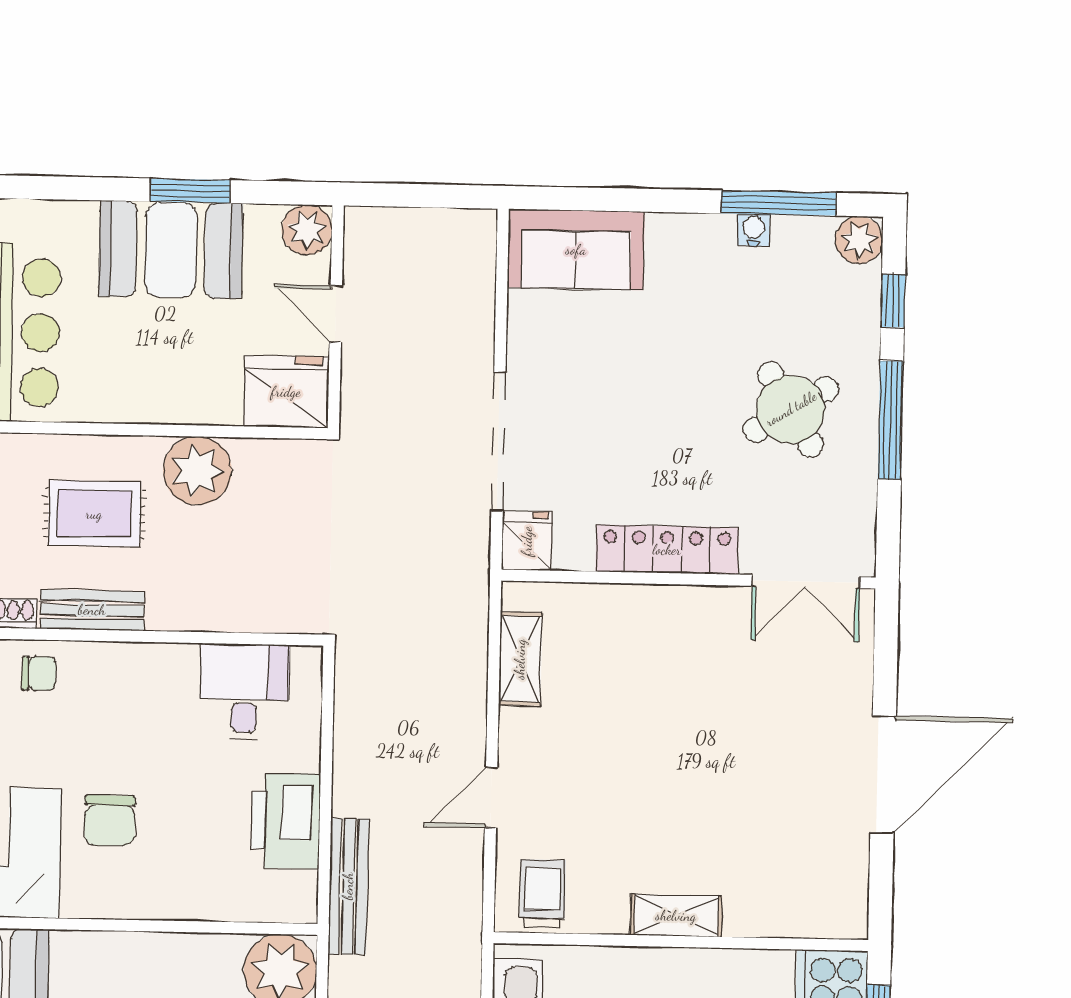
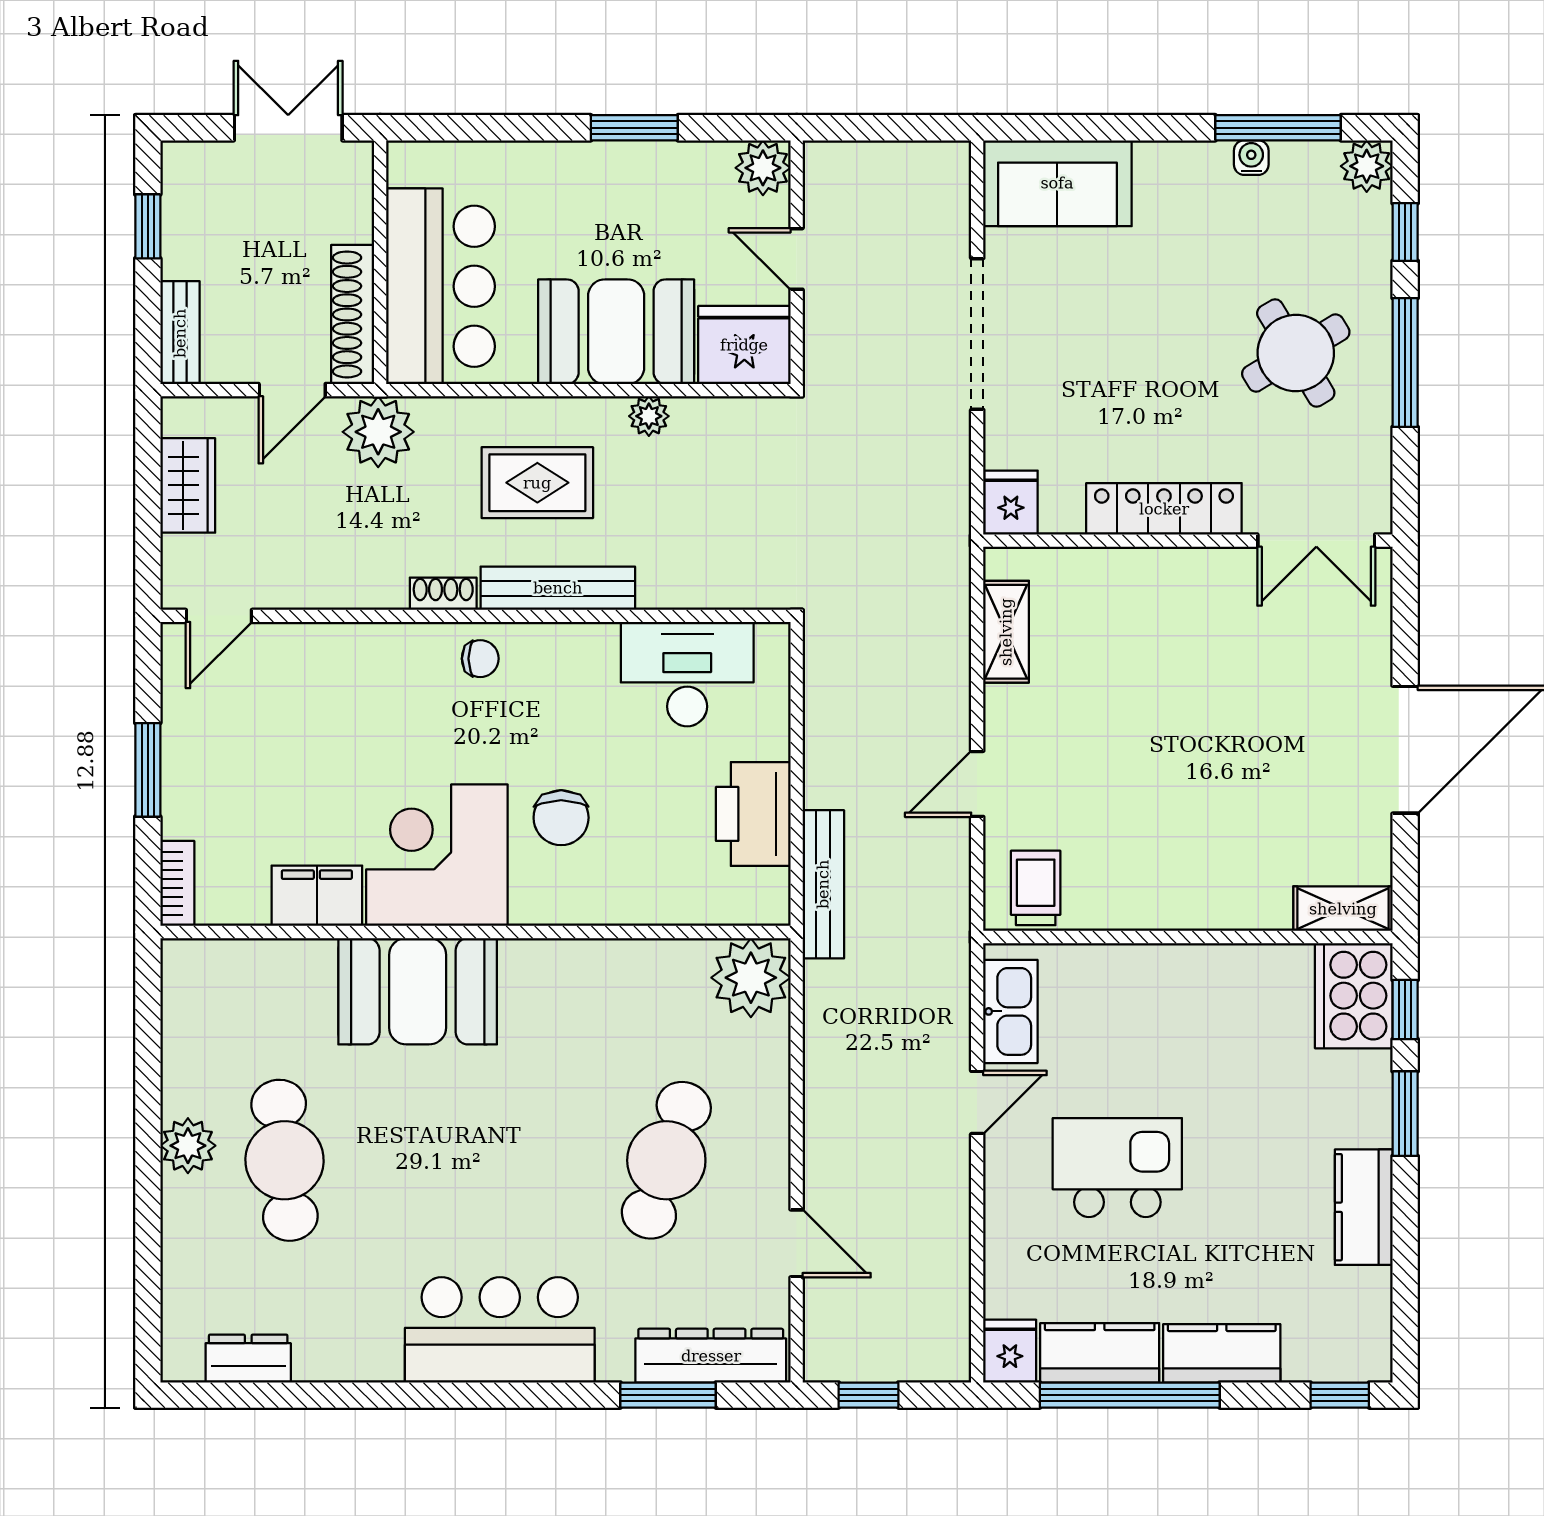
booth: (171, 250) -> (616, 332), moved
doorway: (498, 441) -> (977, 334), moved
plant: (197, 471) -> (649, 416), width x0.53, depth x0.53
bench: (92, 610) -> (558, 588), width x1.36
desk: (244, 692) -> (687, 674), width x1.37
shelving: (676, 916) -> (1343, 909), moved

